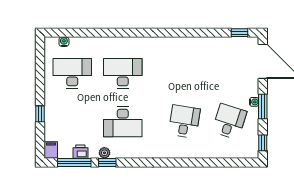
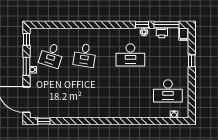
desk: (123, 73) -> (130, 91), removed
desk: (123, 122) -> (130, 55), turned 180

